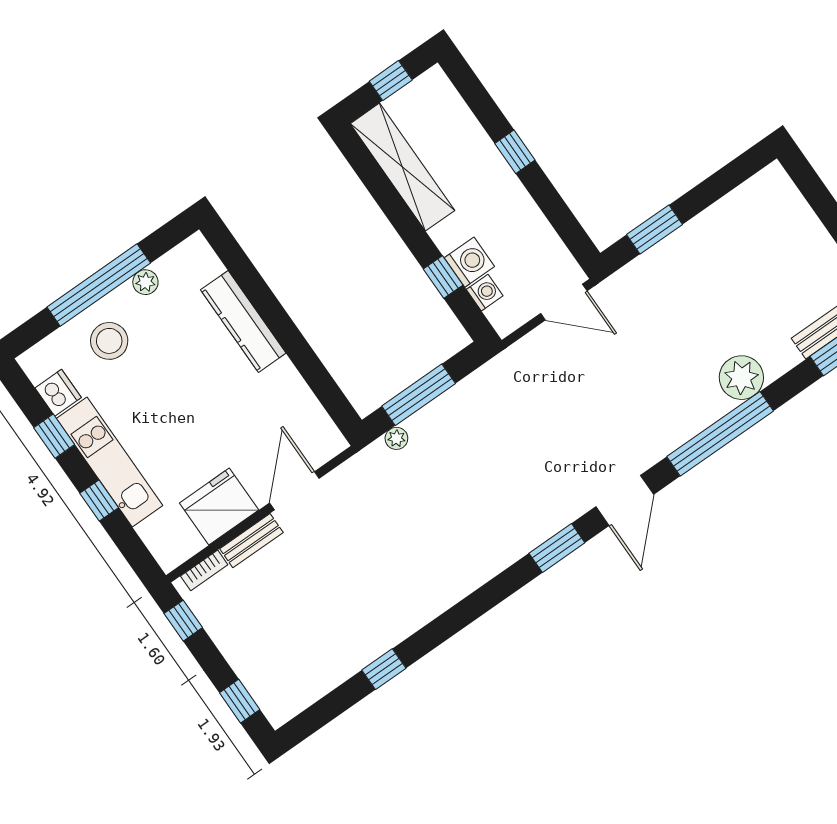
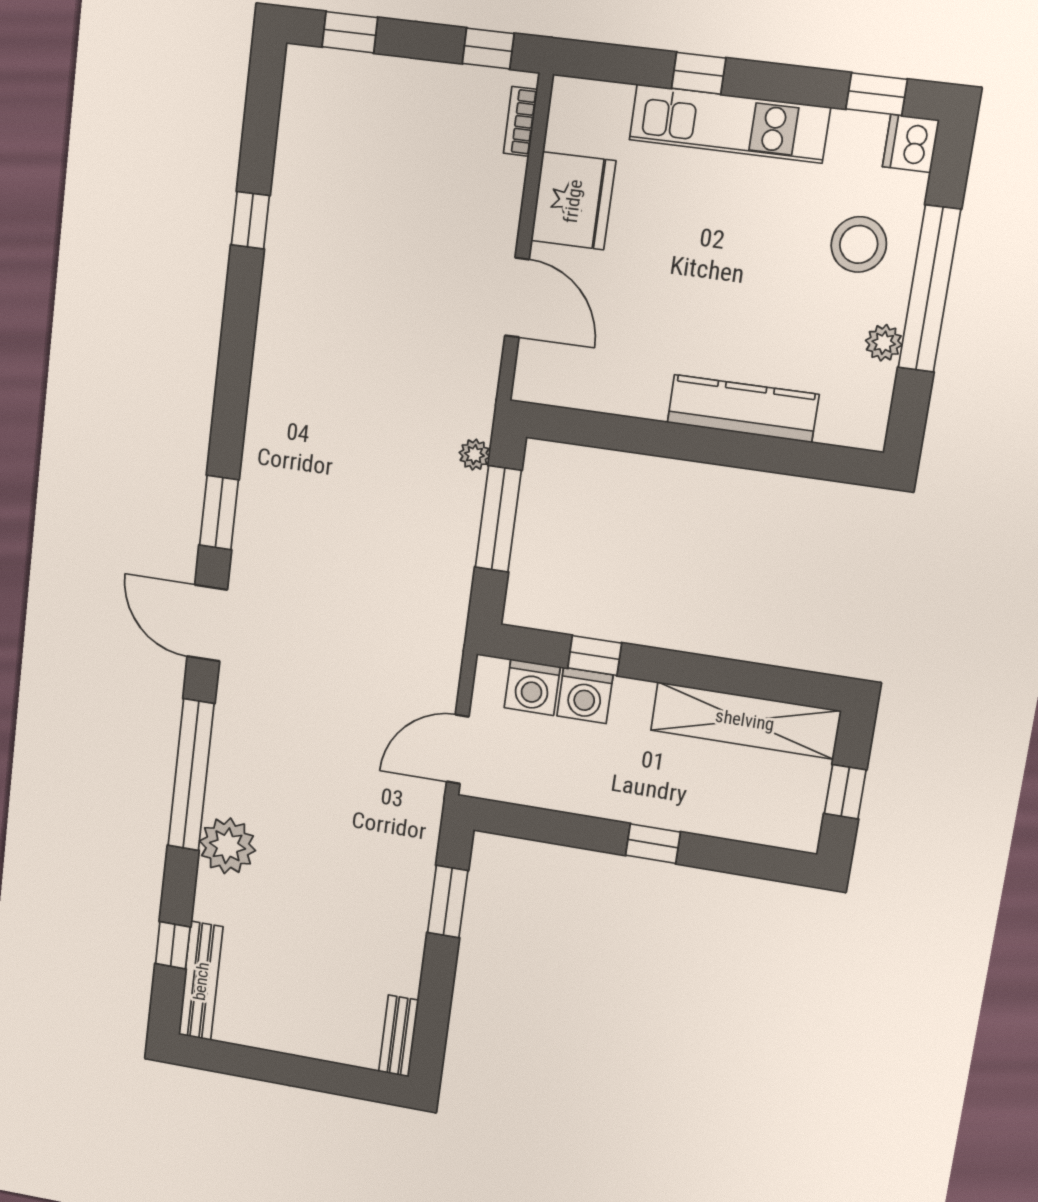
washing machine: (485, 293) -> (532, 687), width x1.38, depth x1.38
dishwasher: (58, 393) -> (911, 143), moved, turned 90
window: (54, 436) -> (877, 94), moved
bench: (251, 541) -> (399, 1036), moved

